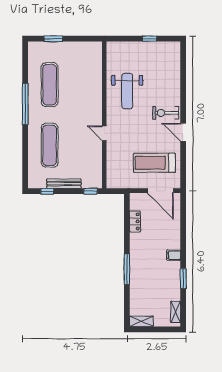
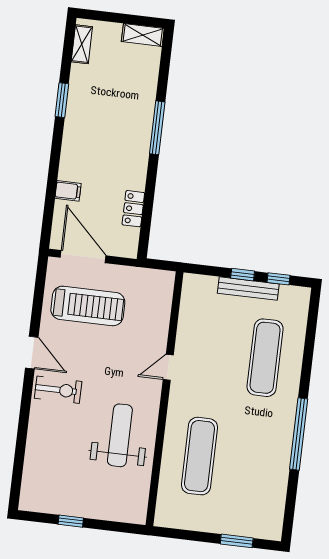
exercise mat: (50, 85) -> (199, 456), moved
door: (104, 133) -> (168, 367), swing flipped
window: (90, 191) -> (243, 275), moved
filing cabinet: (174, 255) -> (68, 191), moved

